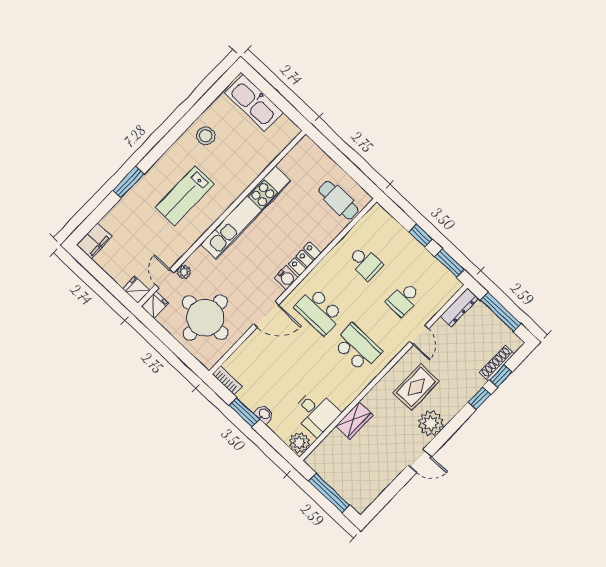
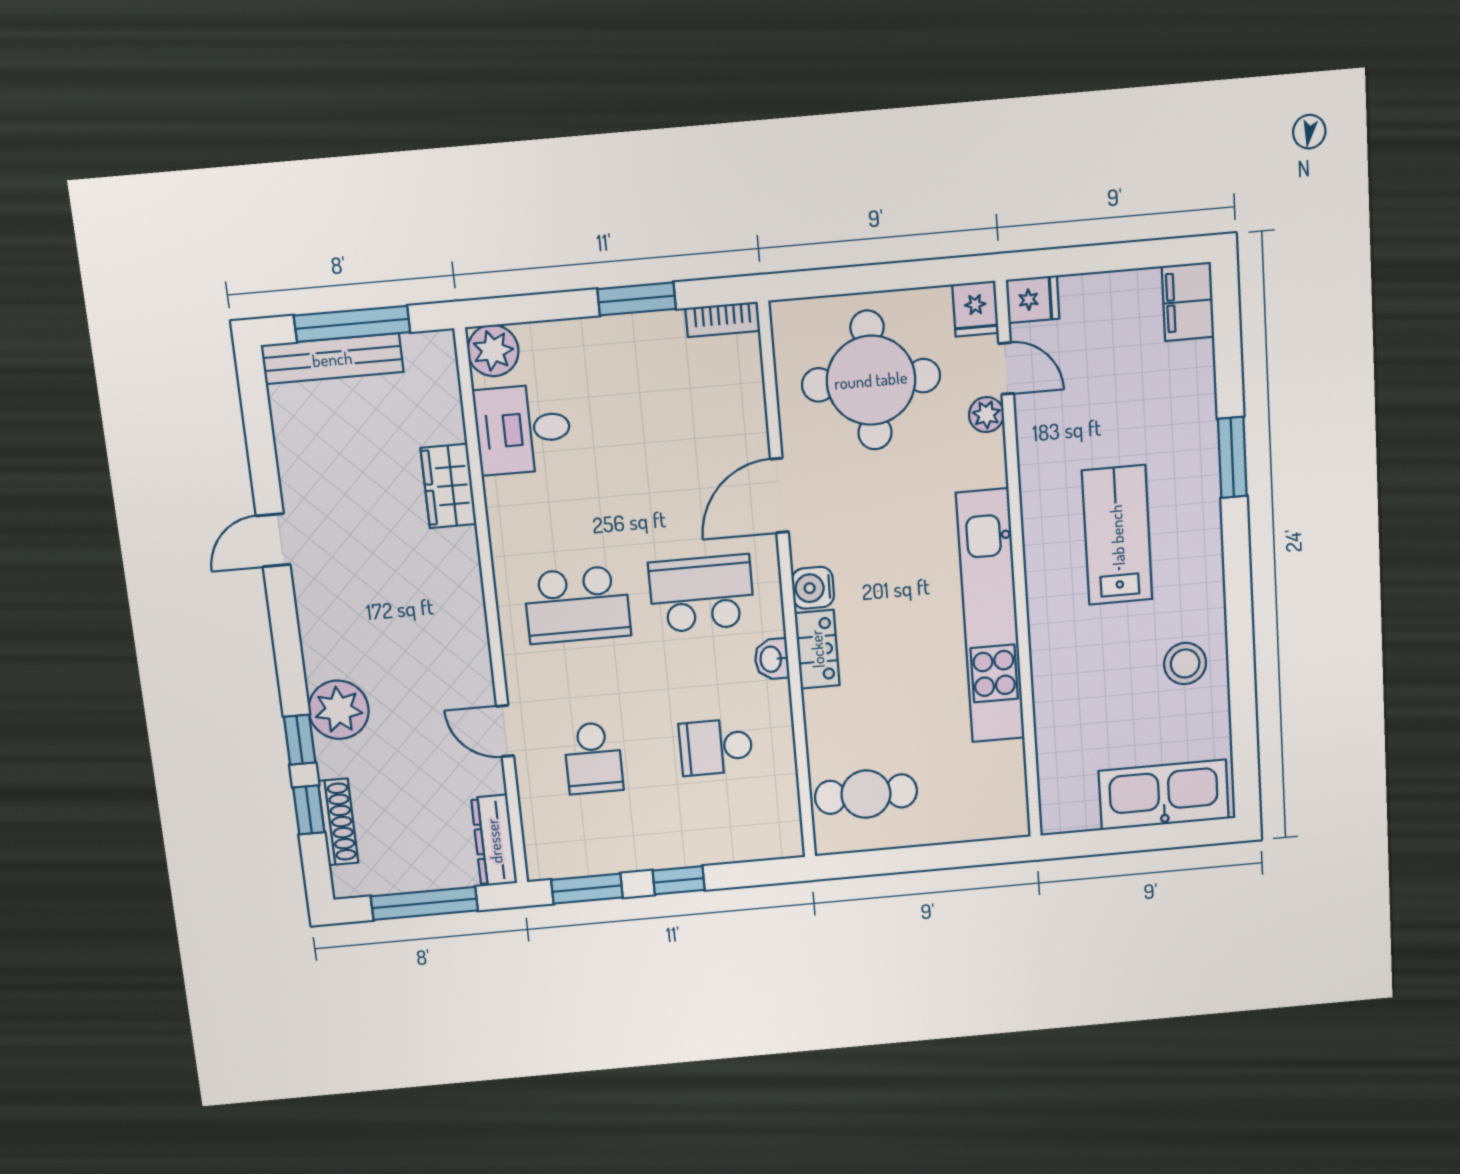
school desk: (403, 299) -> (593, 758), turned 180
rug: (416, 387) -> (415, 647), removed
washbasin: (264, 414) -> (772, 659), moved, turned 90
plant: (431, 423) -> (339, 710), moved
bench: (345, 490) -> (332, 359), added

